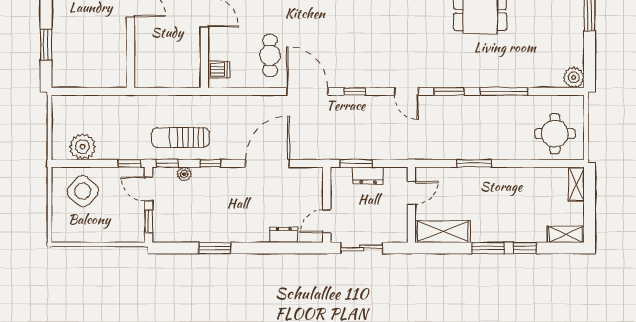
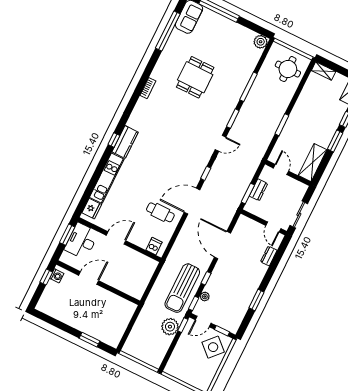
sun lounger: (180, 137) -> (182, 288), width x1.36, depth x1.34
plant: (82, 147) -> (170, 327), moved
side table: (83, 191) -> (213, 347), moved

